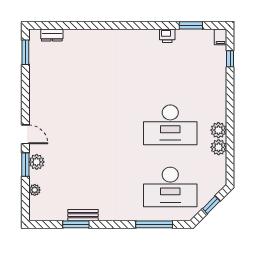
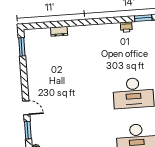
dresser: (52, 35) -> (59, 31), moved
plant: (37, 162) -> (36, 128), removed

